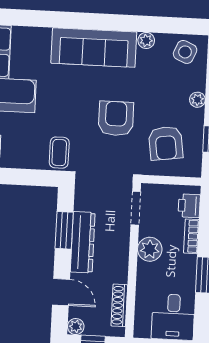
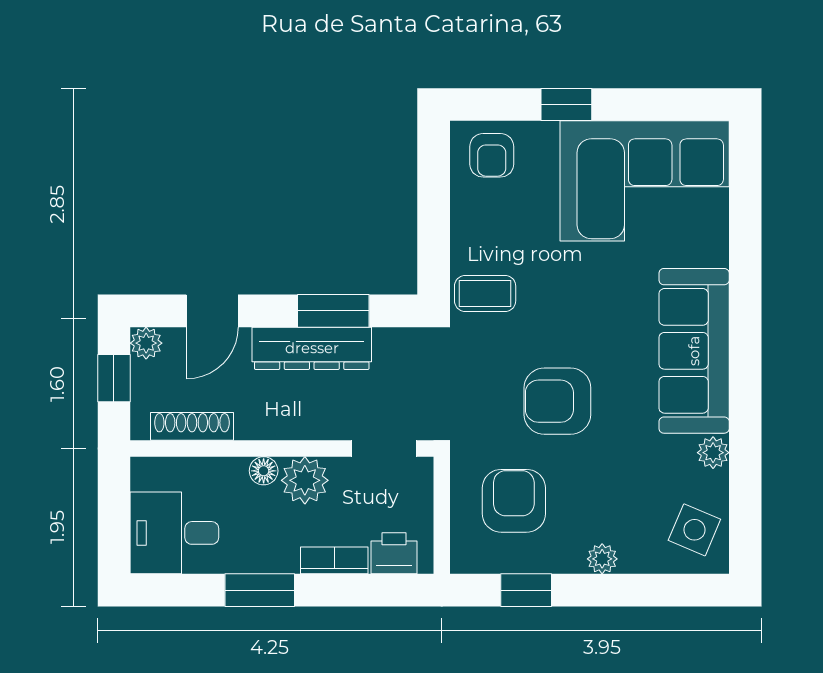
armchair: (116, 118) -> (557, 401), turned 180
armchair: (166, 143) -> (514, 501), turned 98
floor lamp: (144, 270) -> (264, 471), added

